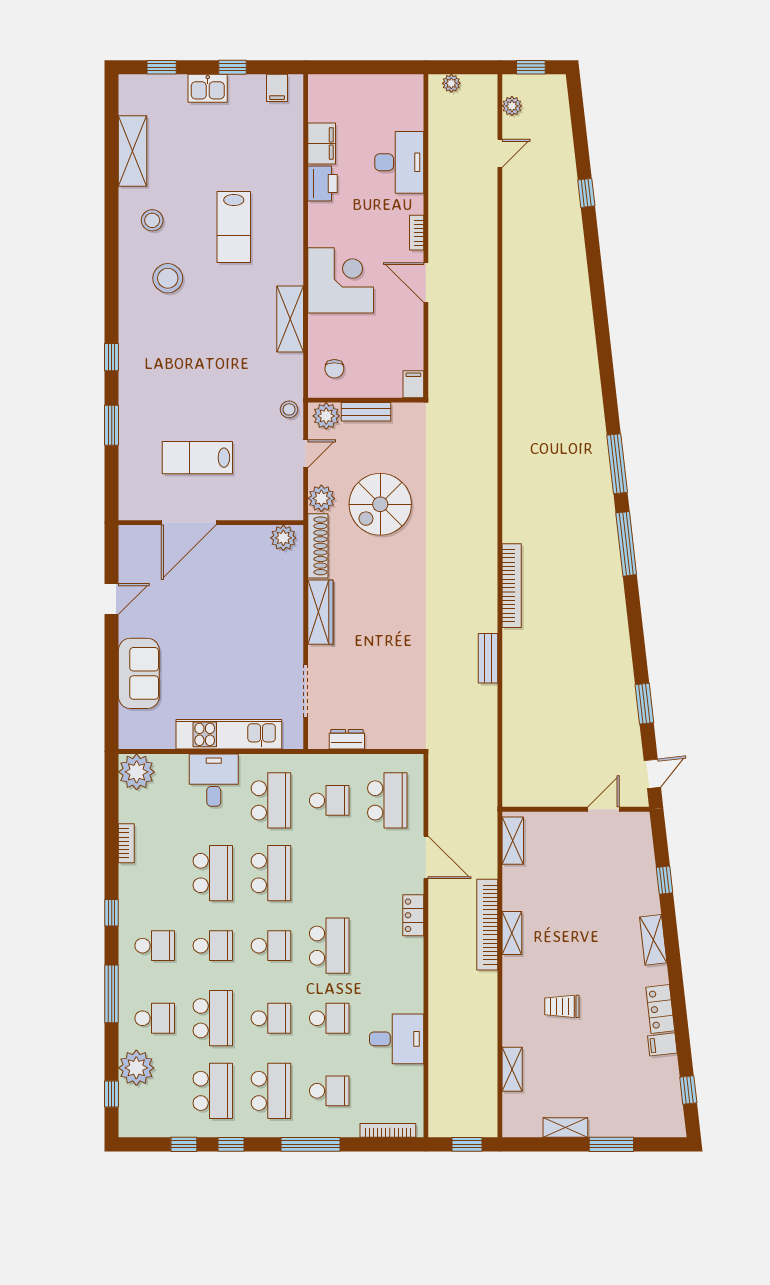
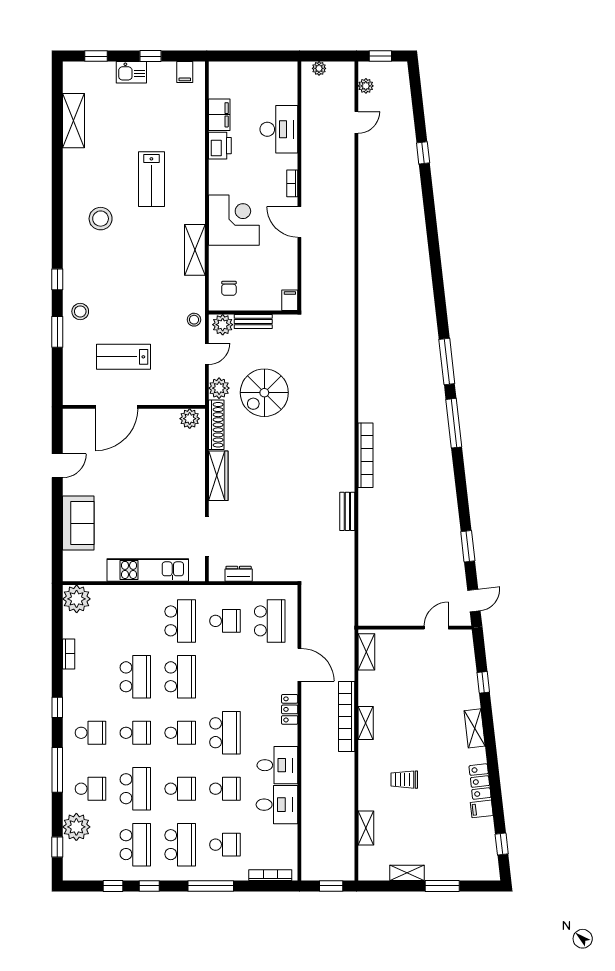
stool: (152, 220) -> (80, 311), moved
desk: (214, 780) -> (277, 765), moved, turned 90

